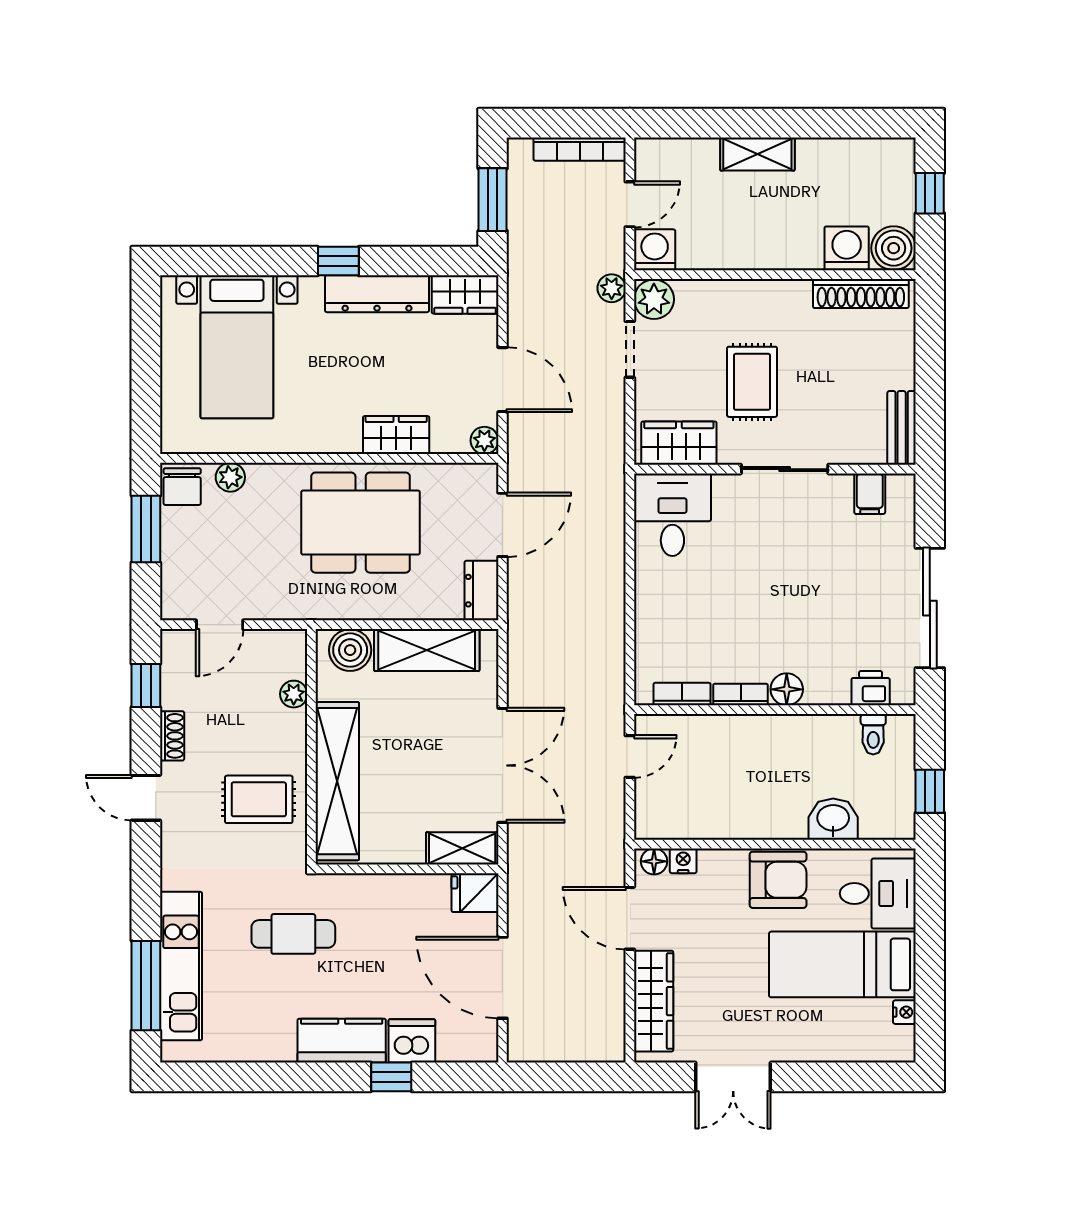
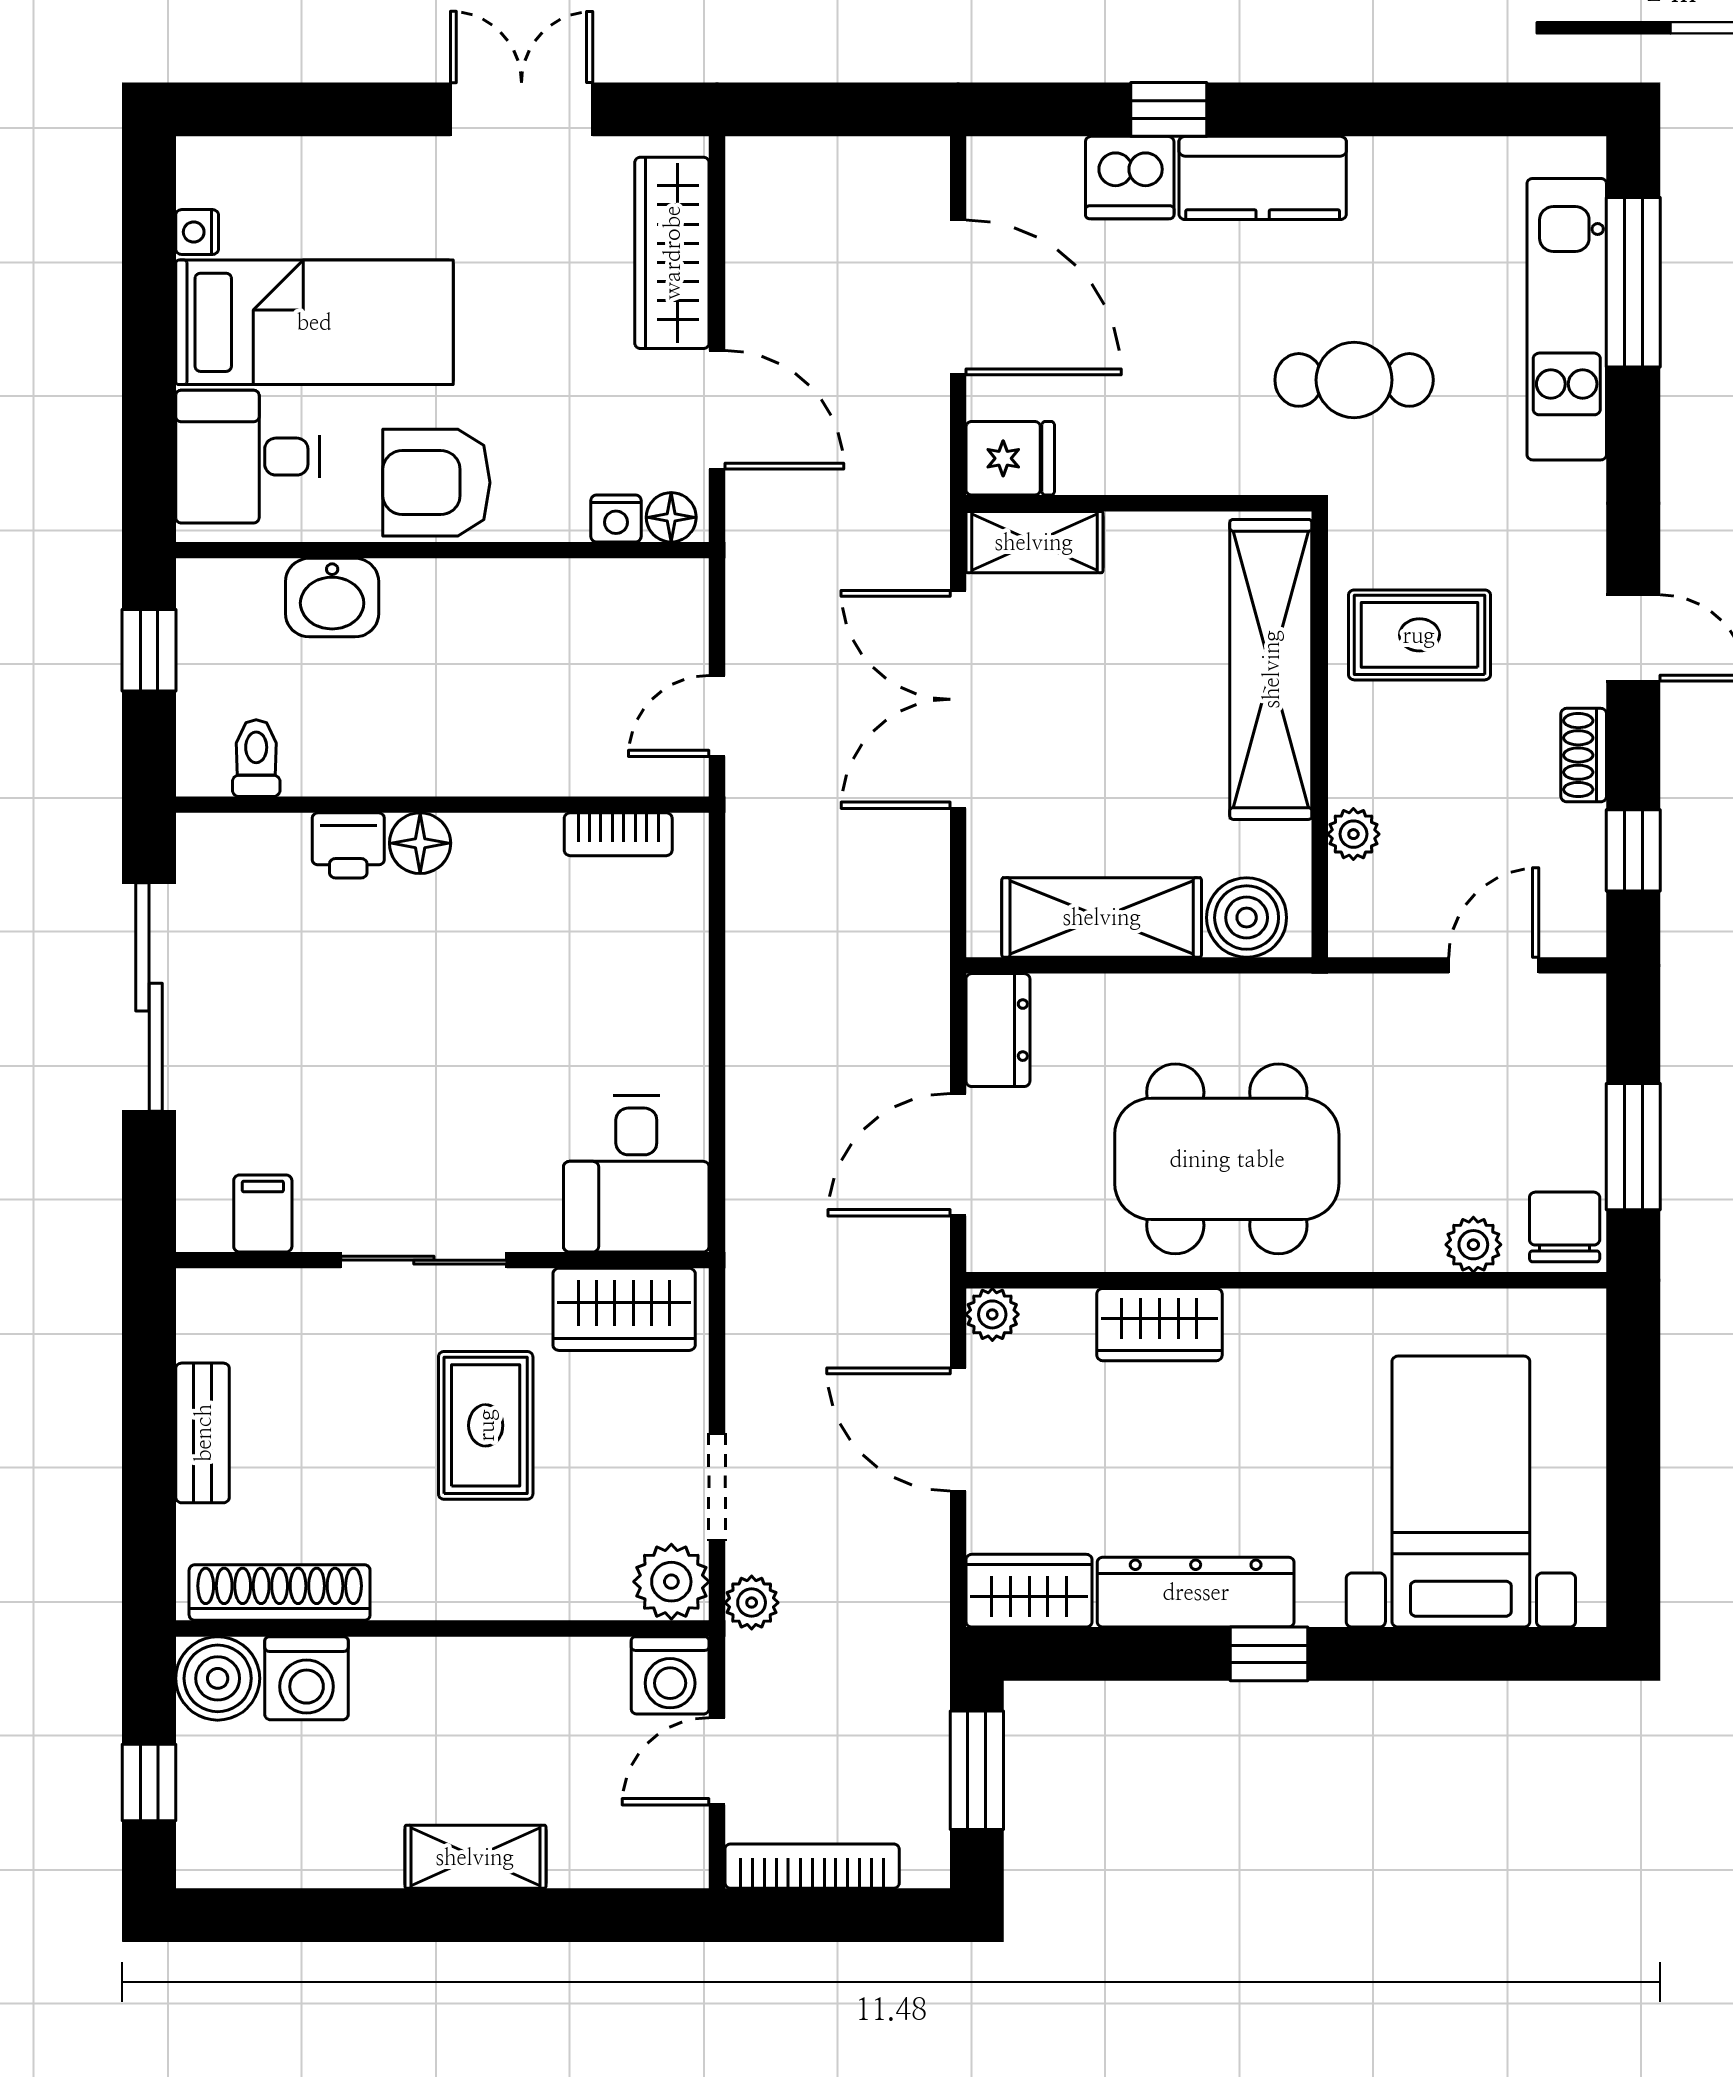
bench: (902, 428) -> (203, 1433), moved
printer: (871, 688) -> (348, 845), moved
bookcase: (741, 695) -> (507, 833), removed

